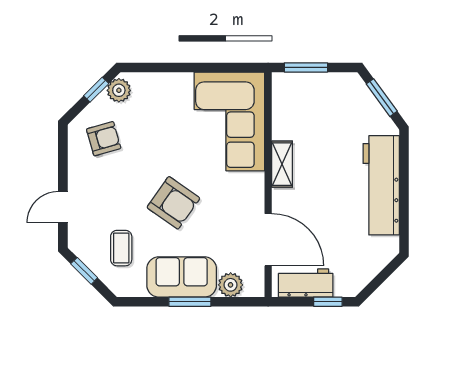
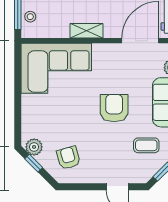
stool: (302, 85) -> (30, 17), added
armchair: (173, 203) -> (114, 108), turned -35

